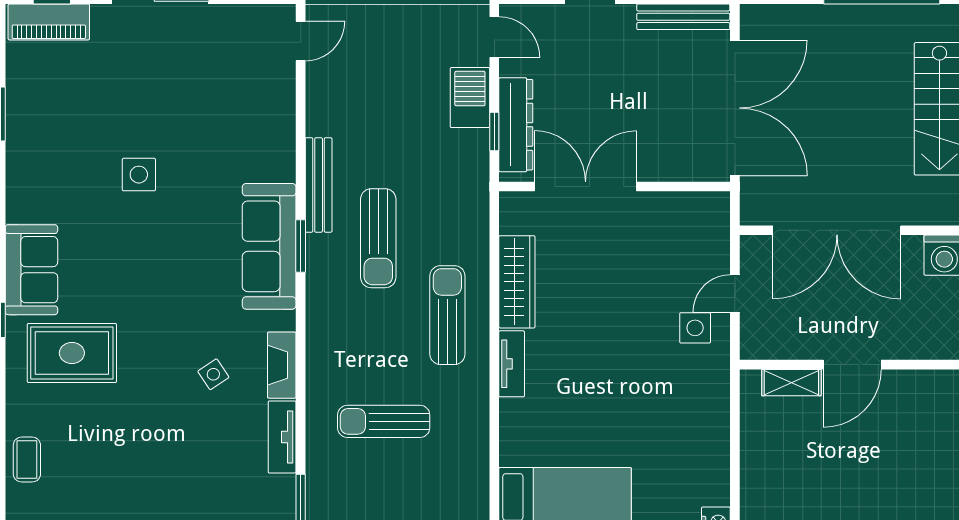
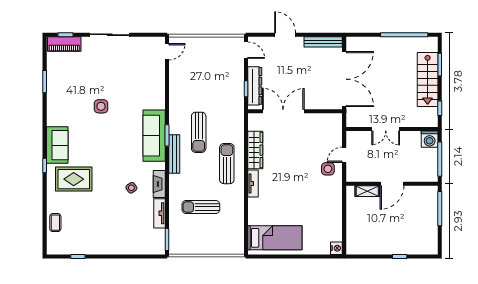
barbecue: (470, 98) -> (236, 75), removed
bench: (319, 185) -> (174, 154), moved
double door: (837, 230) -> (386, 129), width x0.54

